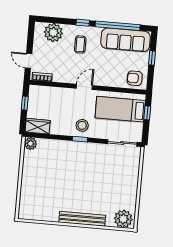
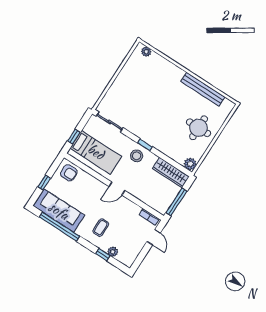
window: (83, 23) -> (103, 255), moved
plant: (53, 33) -> (113, 252), width x0.53, depth x0.53
window: (25, 103) -> (176, 202), width x2.17
wardrobe: (38, 126) -> (171, 173), width x1.50
round table: (40, 180) -> (198, 128), added
bench: (82, 219) -> (203, 89), moved
plant: (123, 219) -> (146, 52), width x0.53, depth x0.53

